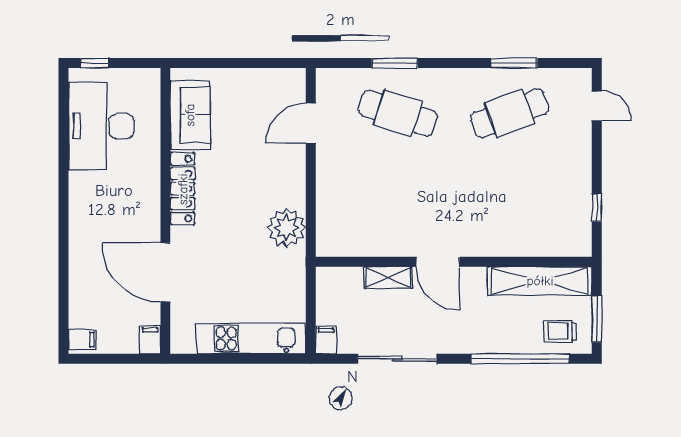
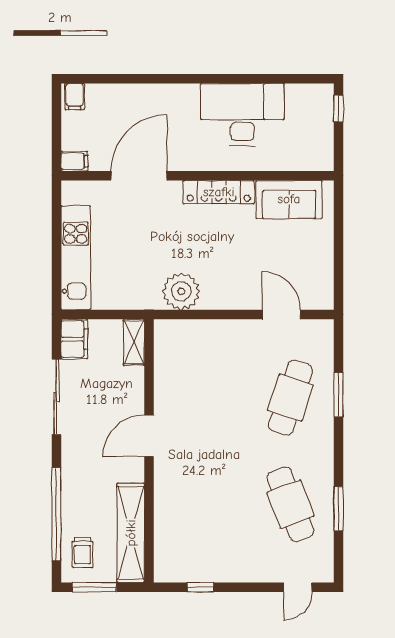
desk: (101, 126) -> (242, 115), moved
shelving: (388, 278) -> (134, 342), moved
trolley: (560, 331) -> (82, 552), turned 180
filing cabinet: (326, 340) -> (74, 339), width x2.00

